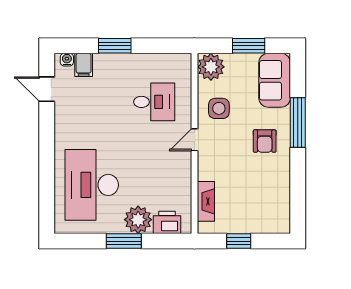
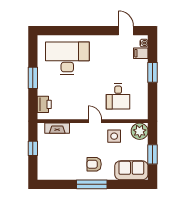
door: (47, 89) -> (126, 31), hinge flipped
window: (298, 123) -> (92, 184), moved
plant: (138, 220) -> (46, 87), removed

